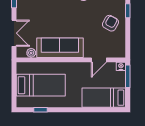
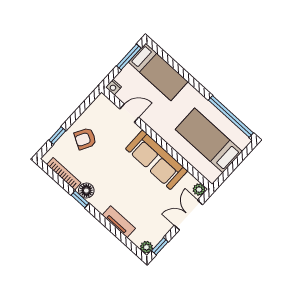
plant: (31, 53) -> (199, 190), moved
window: (128, 76) -> (129, 57), moved
window: (41, 110) -> (231, 117), width x3.17

